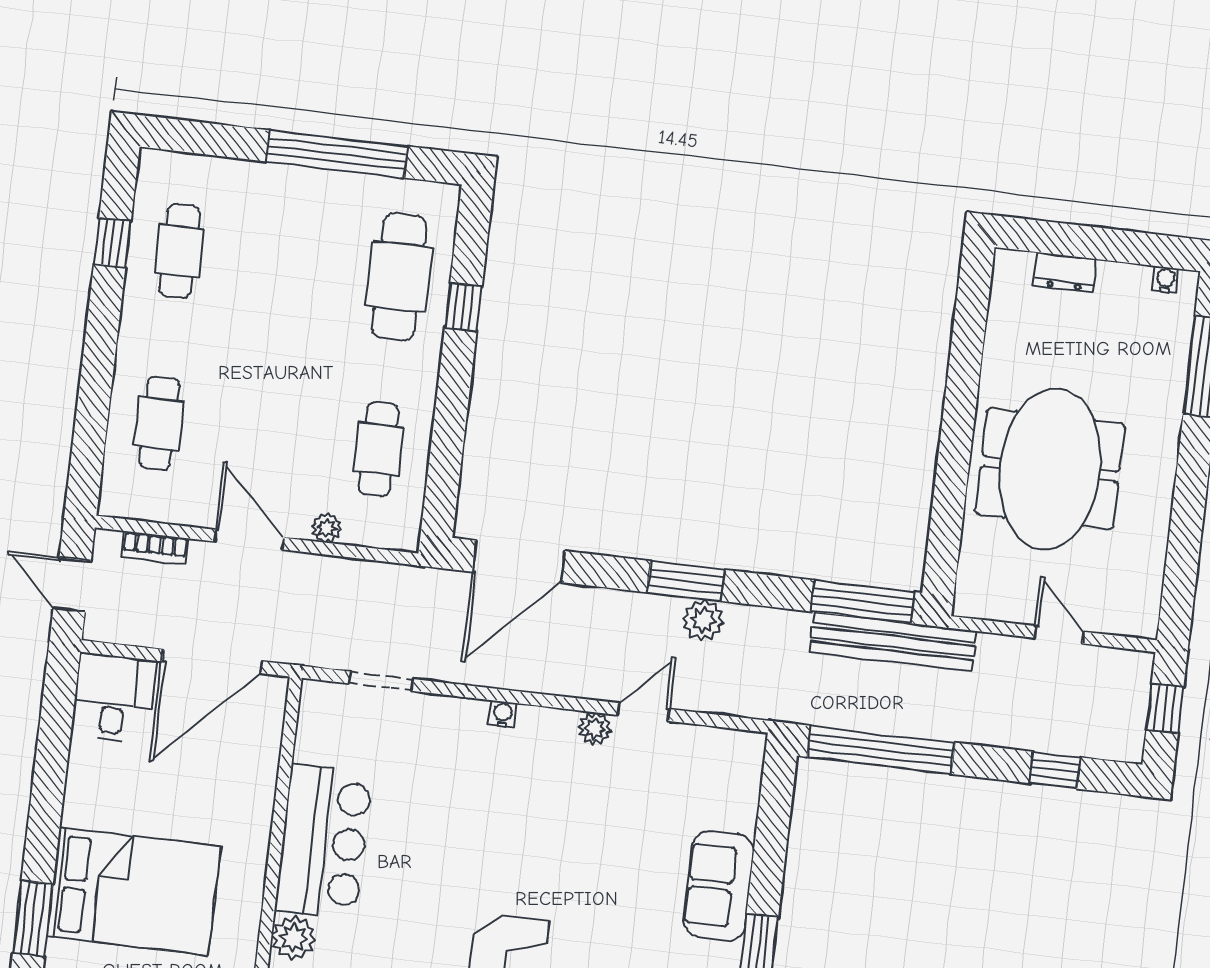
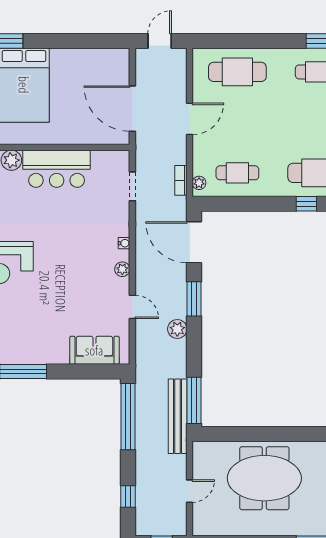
cafe table: (159, 423) -> (237, 72), width x1.37, depth x1.35
plant: (327, 528) -> (199, 183), moved
bookcase: (155, 548) -> (181, 180), moved
window: (686, 581) -> (194, 299), moved
desk: (114, 698) -> (111, 66), removed
plant: (595, 729) -> (122, 269), moved
sofa: (719, 886) -> (94, 350), moved

